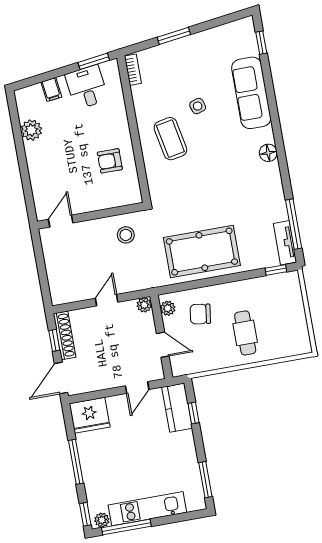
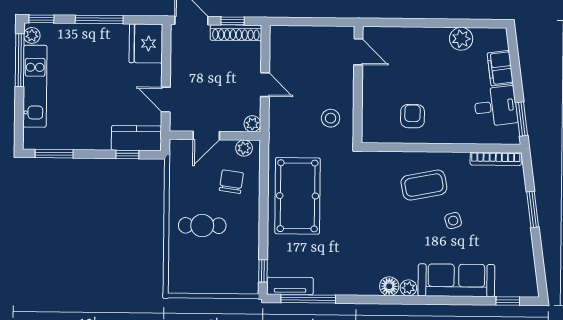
bookcase: (133, 70) -> (496, 159), width x1.56
filing cabinet: (51, 89) -> (500, 68), width x2.00
plant: (266, 135) -> (408, 288), added

